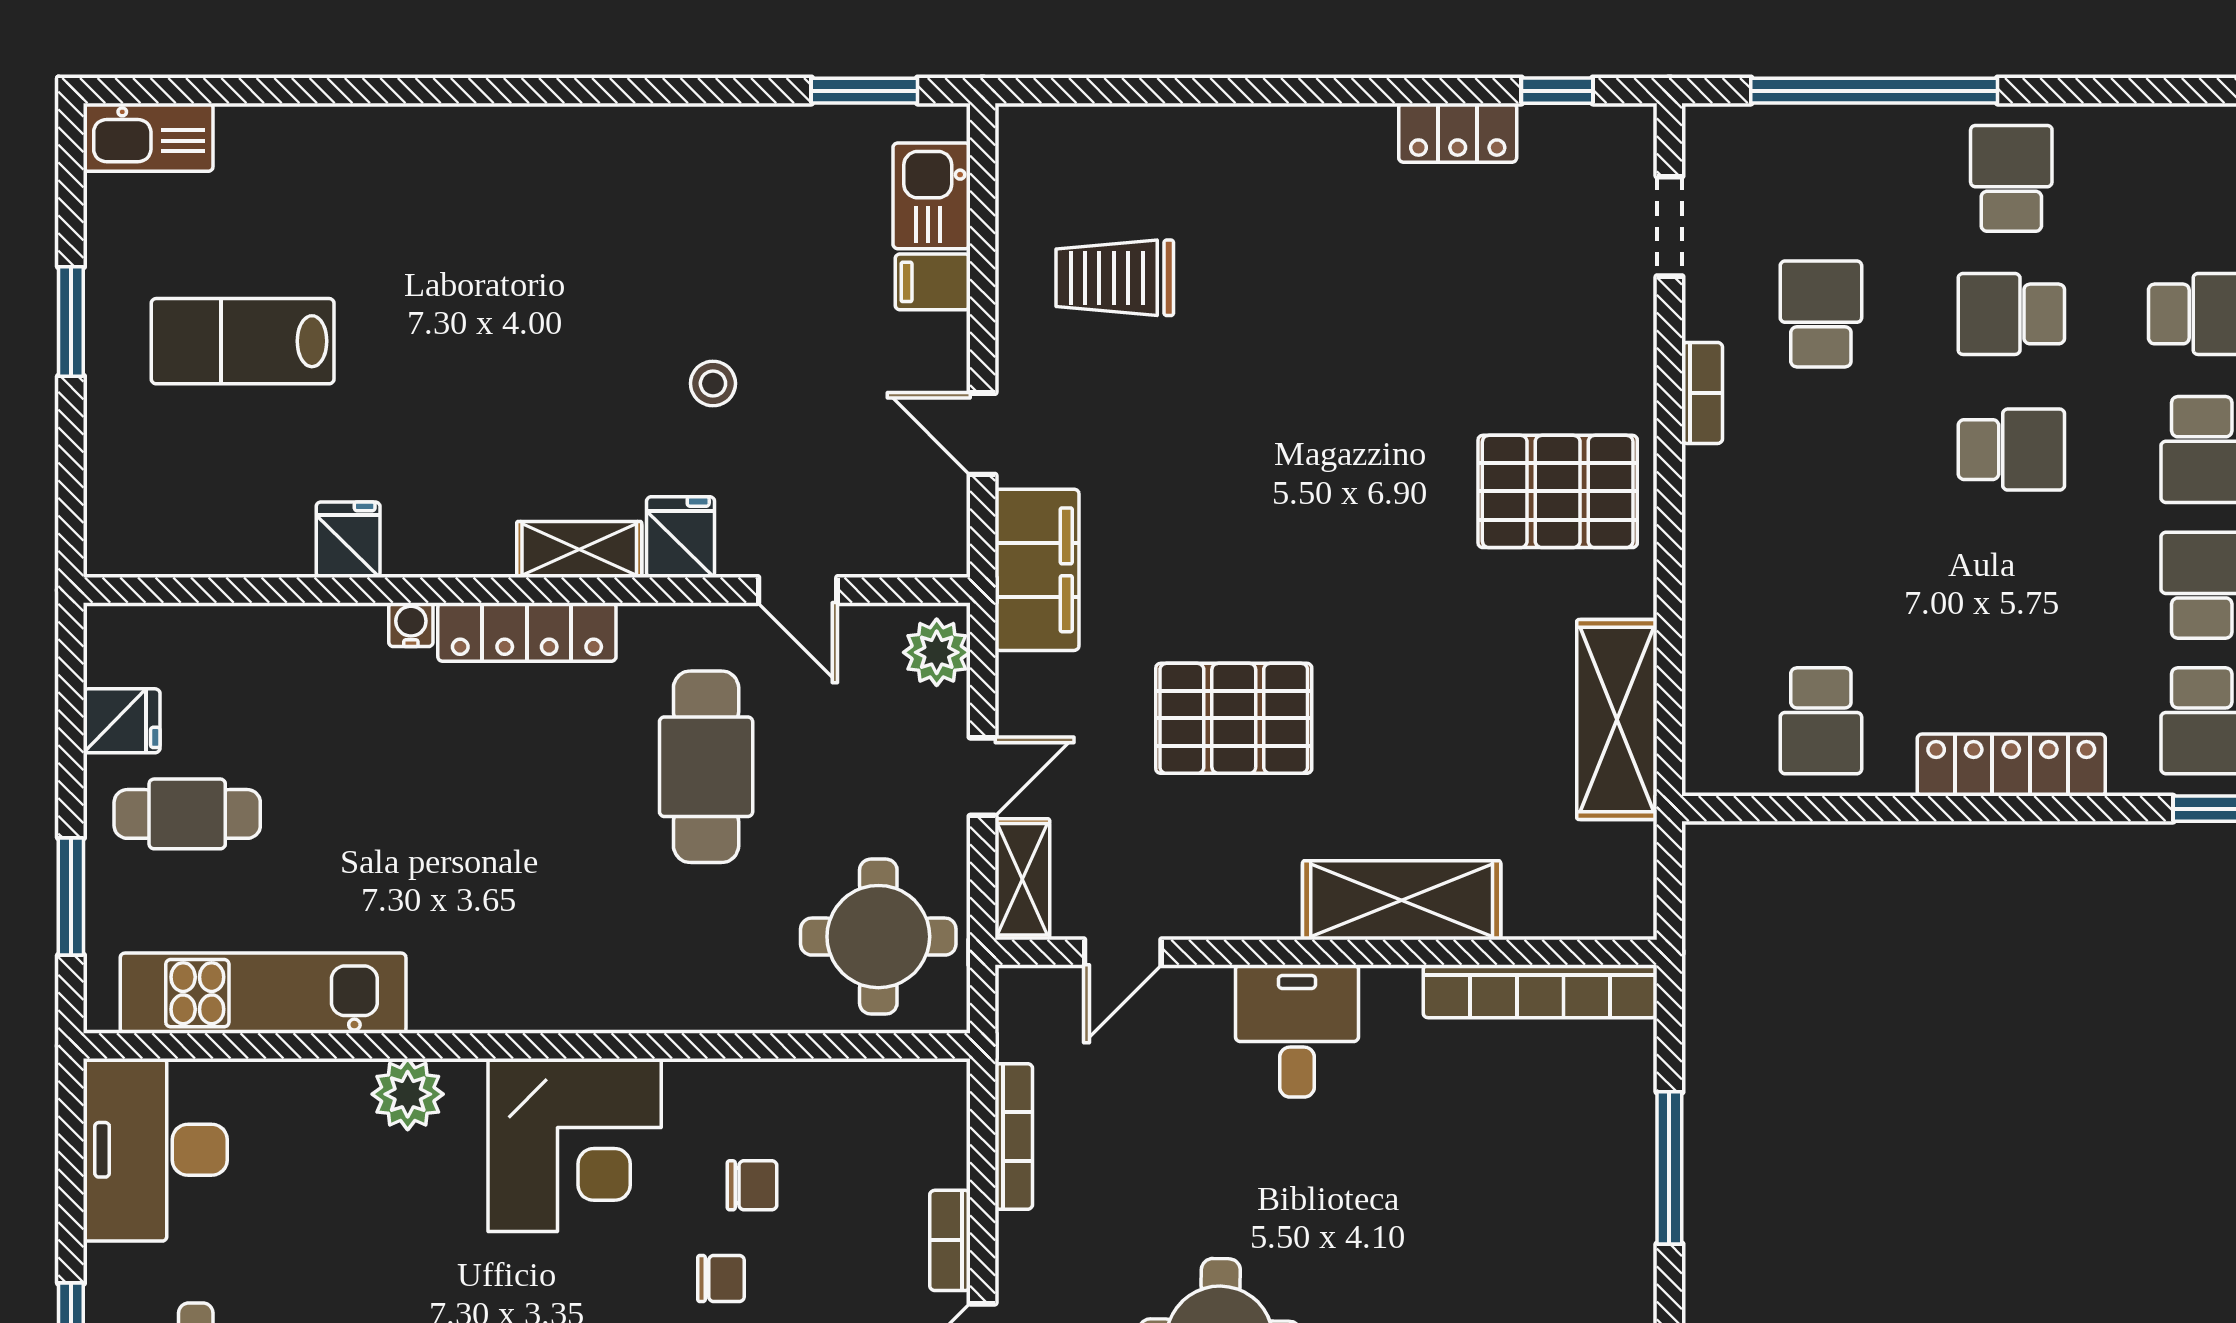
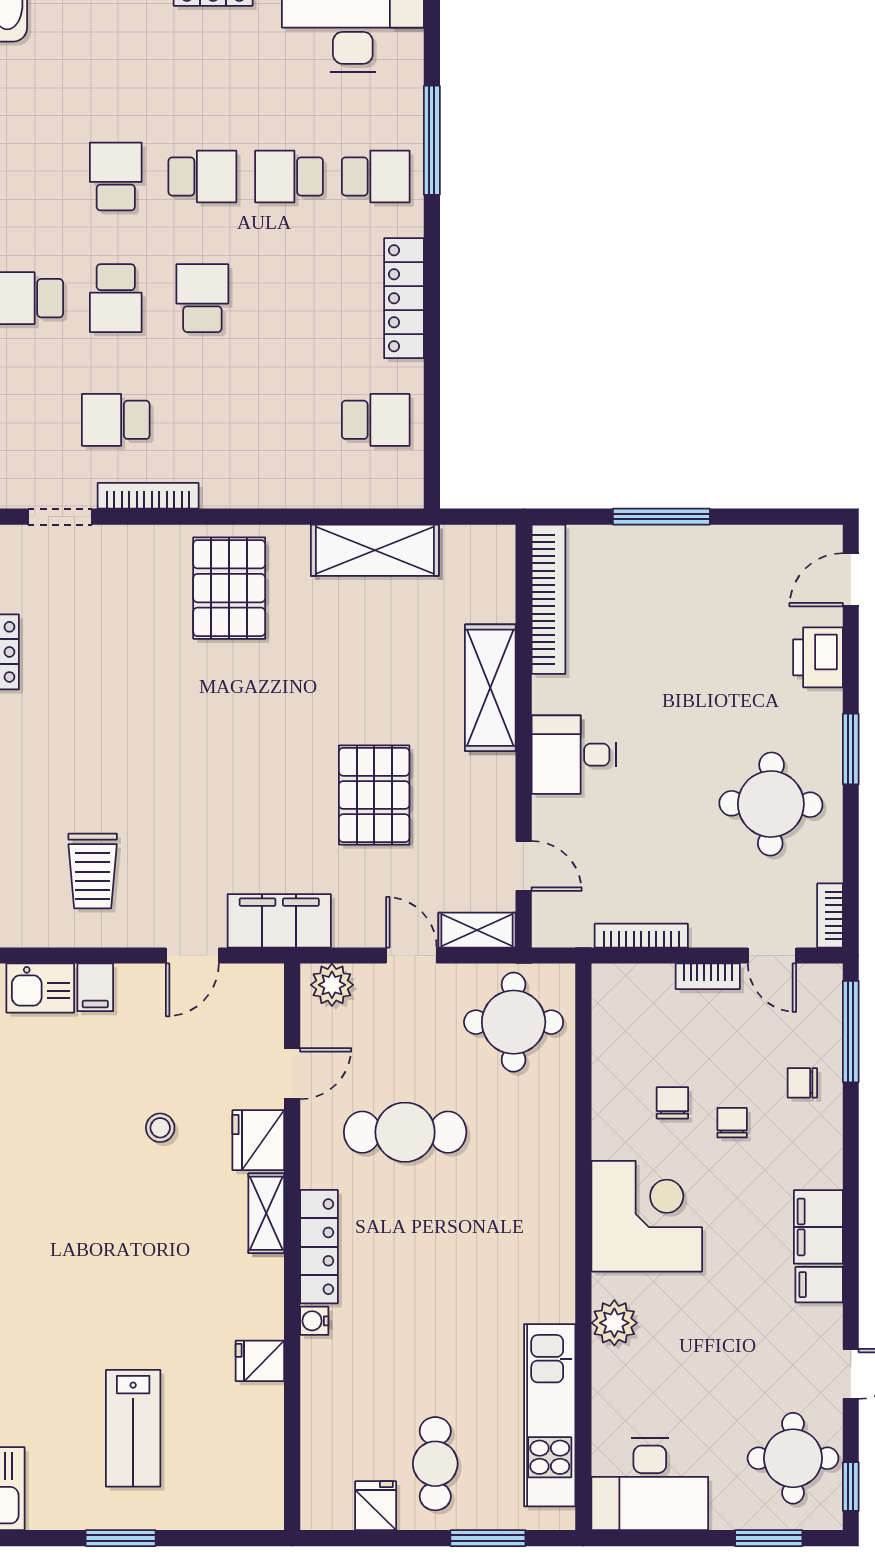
bookcase: (1702, 393) -> (148, 496), width x1.56
fridge: (681, 537) -> (258, 1140), width x1.38

